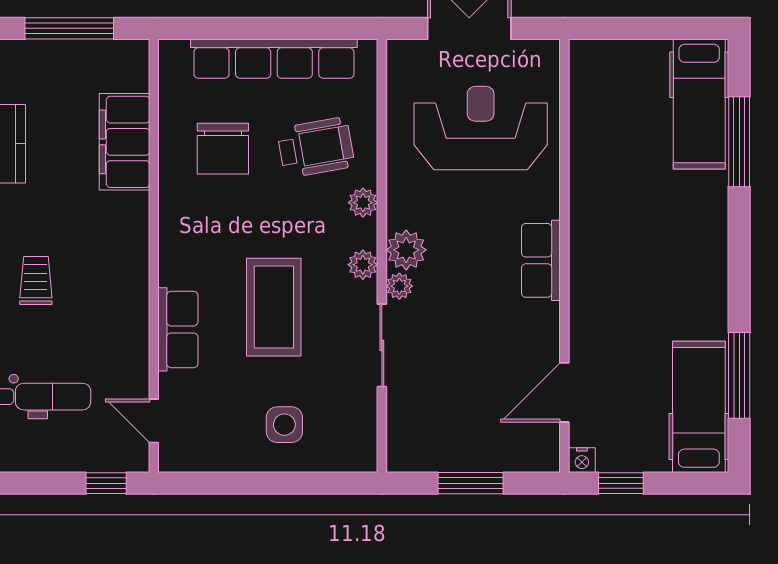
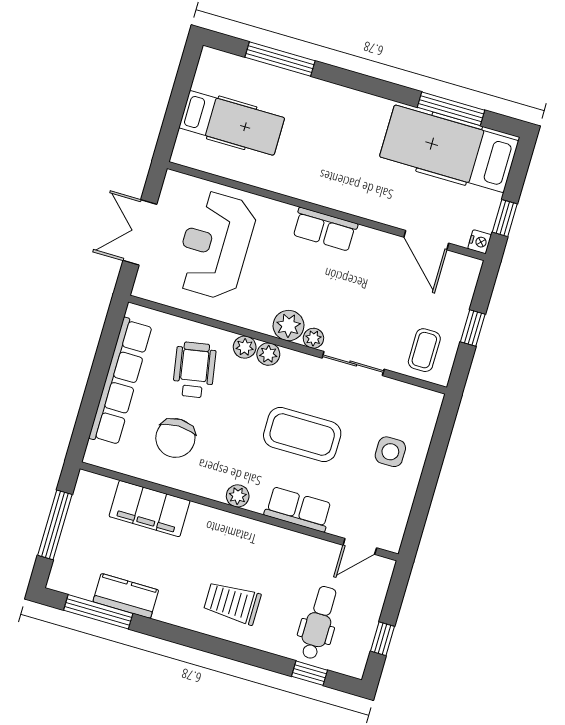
hospital bed: (699, 104) -> (232, 123), moved
chair: (223, 149) -> (175, 438), turned 90
plant: (173, 248) -> (238, 496), added
plant: (363, 265) -> (268, 354), moved
trolley: (36, 281) -> (232, 603), width x1.36, depth x1.39
hospital bed: (699, 407) -> (449, 149), width x1.37, depth x1.29
coffee table: (425, 430) -> (424, 350), added
window: (106, 483) -> (382, 639), moved
window: (471, 483) -> (473, 328), width x0.67

